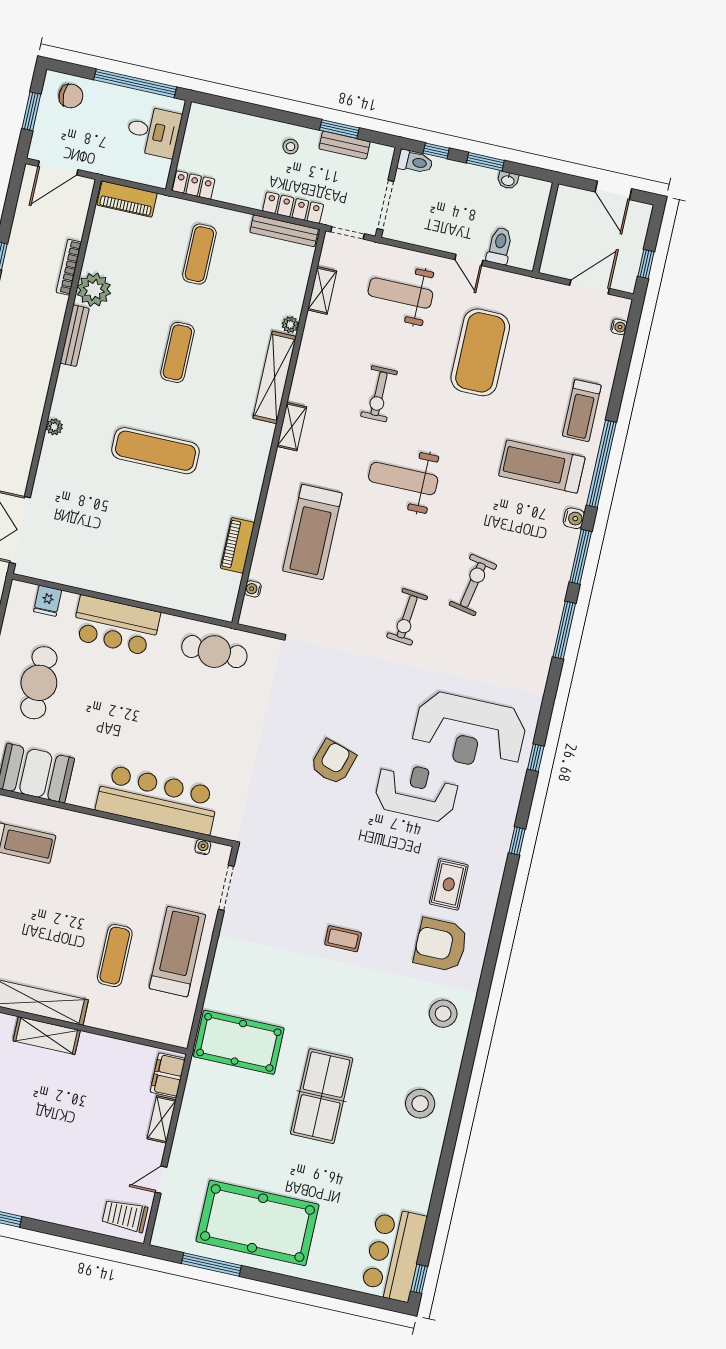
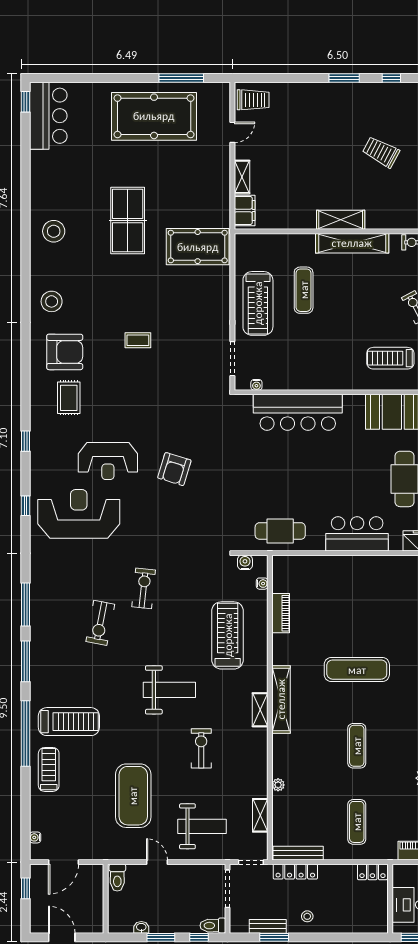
toilet: (500, 246) -> (117, 878), moved
shelving: (275, 377) -> (281, 699), moved
water cooler: (574, 518) -> (245, 562), moved, turned 90

